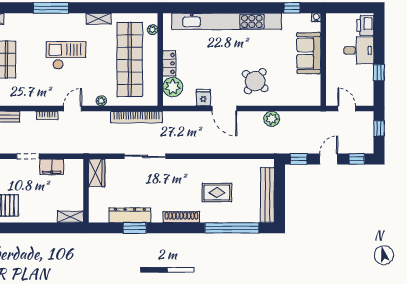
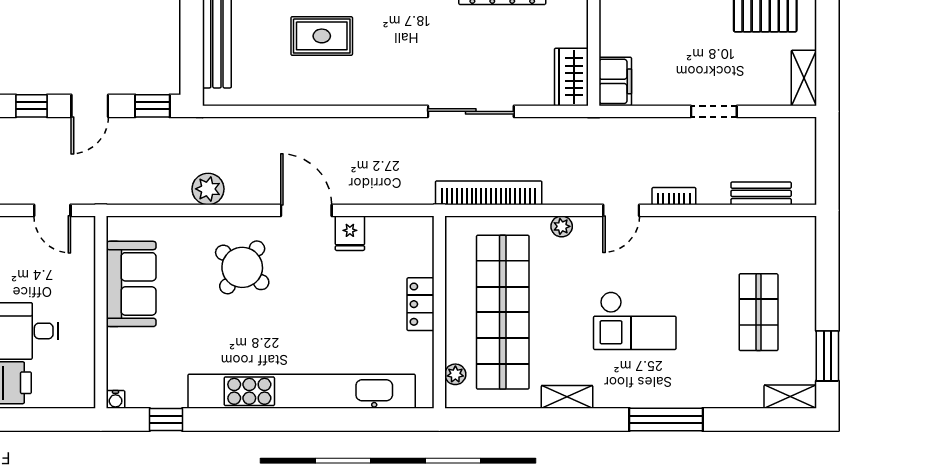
sofa: (309, 53) -> (131, 284), moved
plant: (173, 87) -> (413, 255), removed
filing cabinet: (52, 167) -> (615, 81), moved, turned 90

